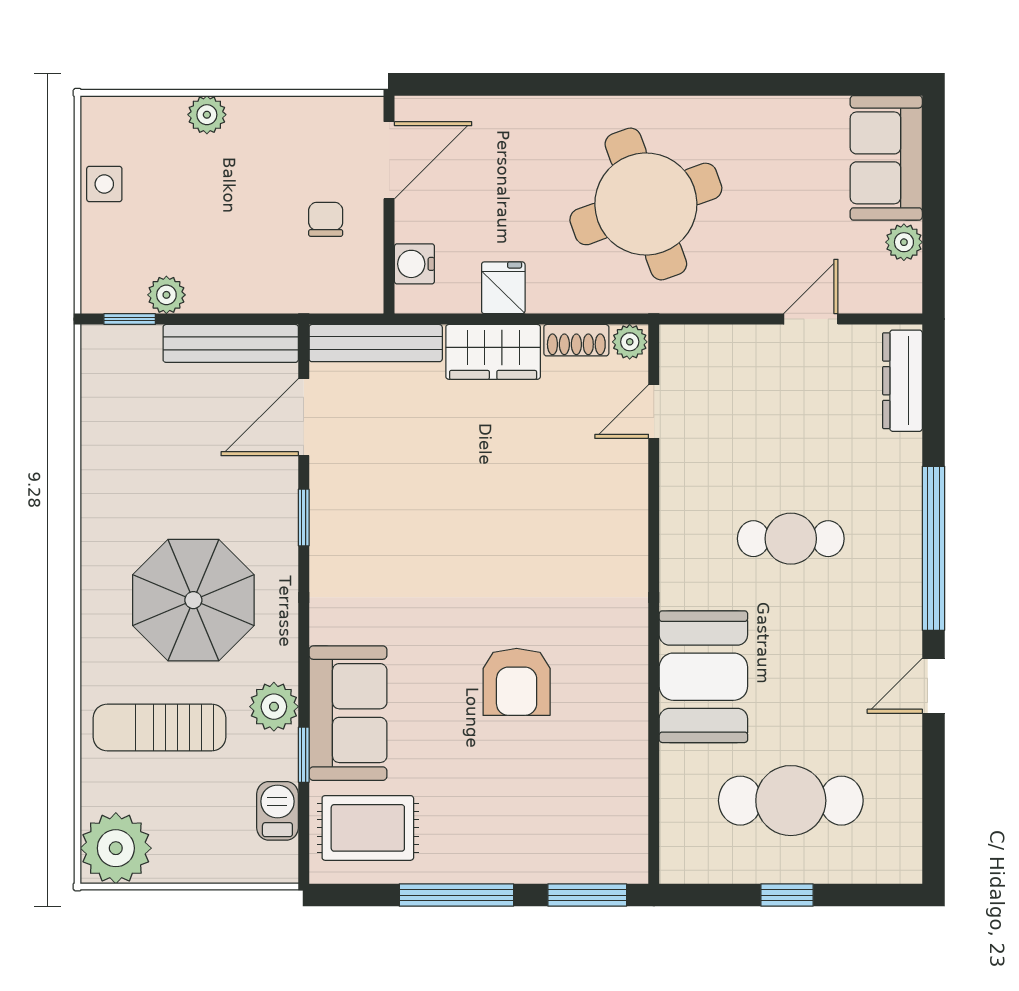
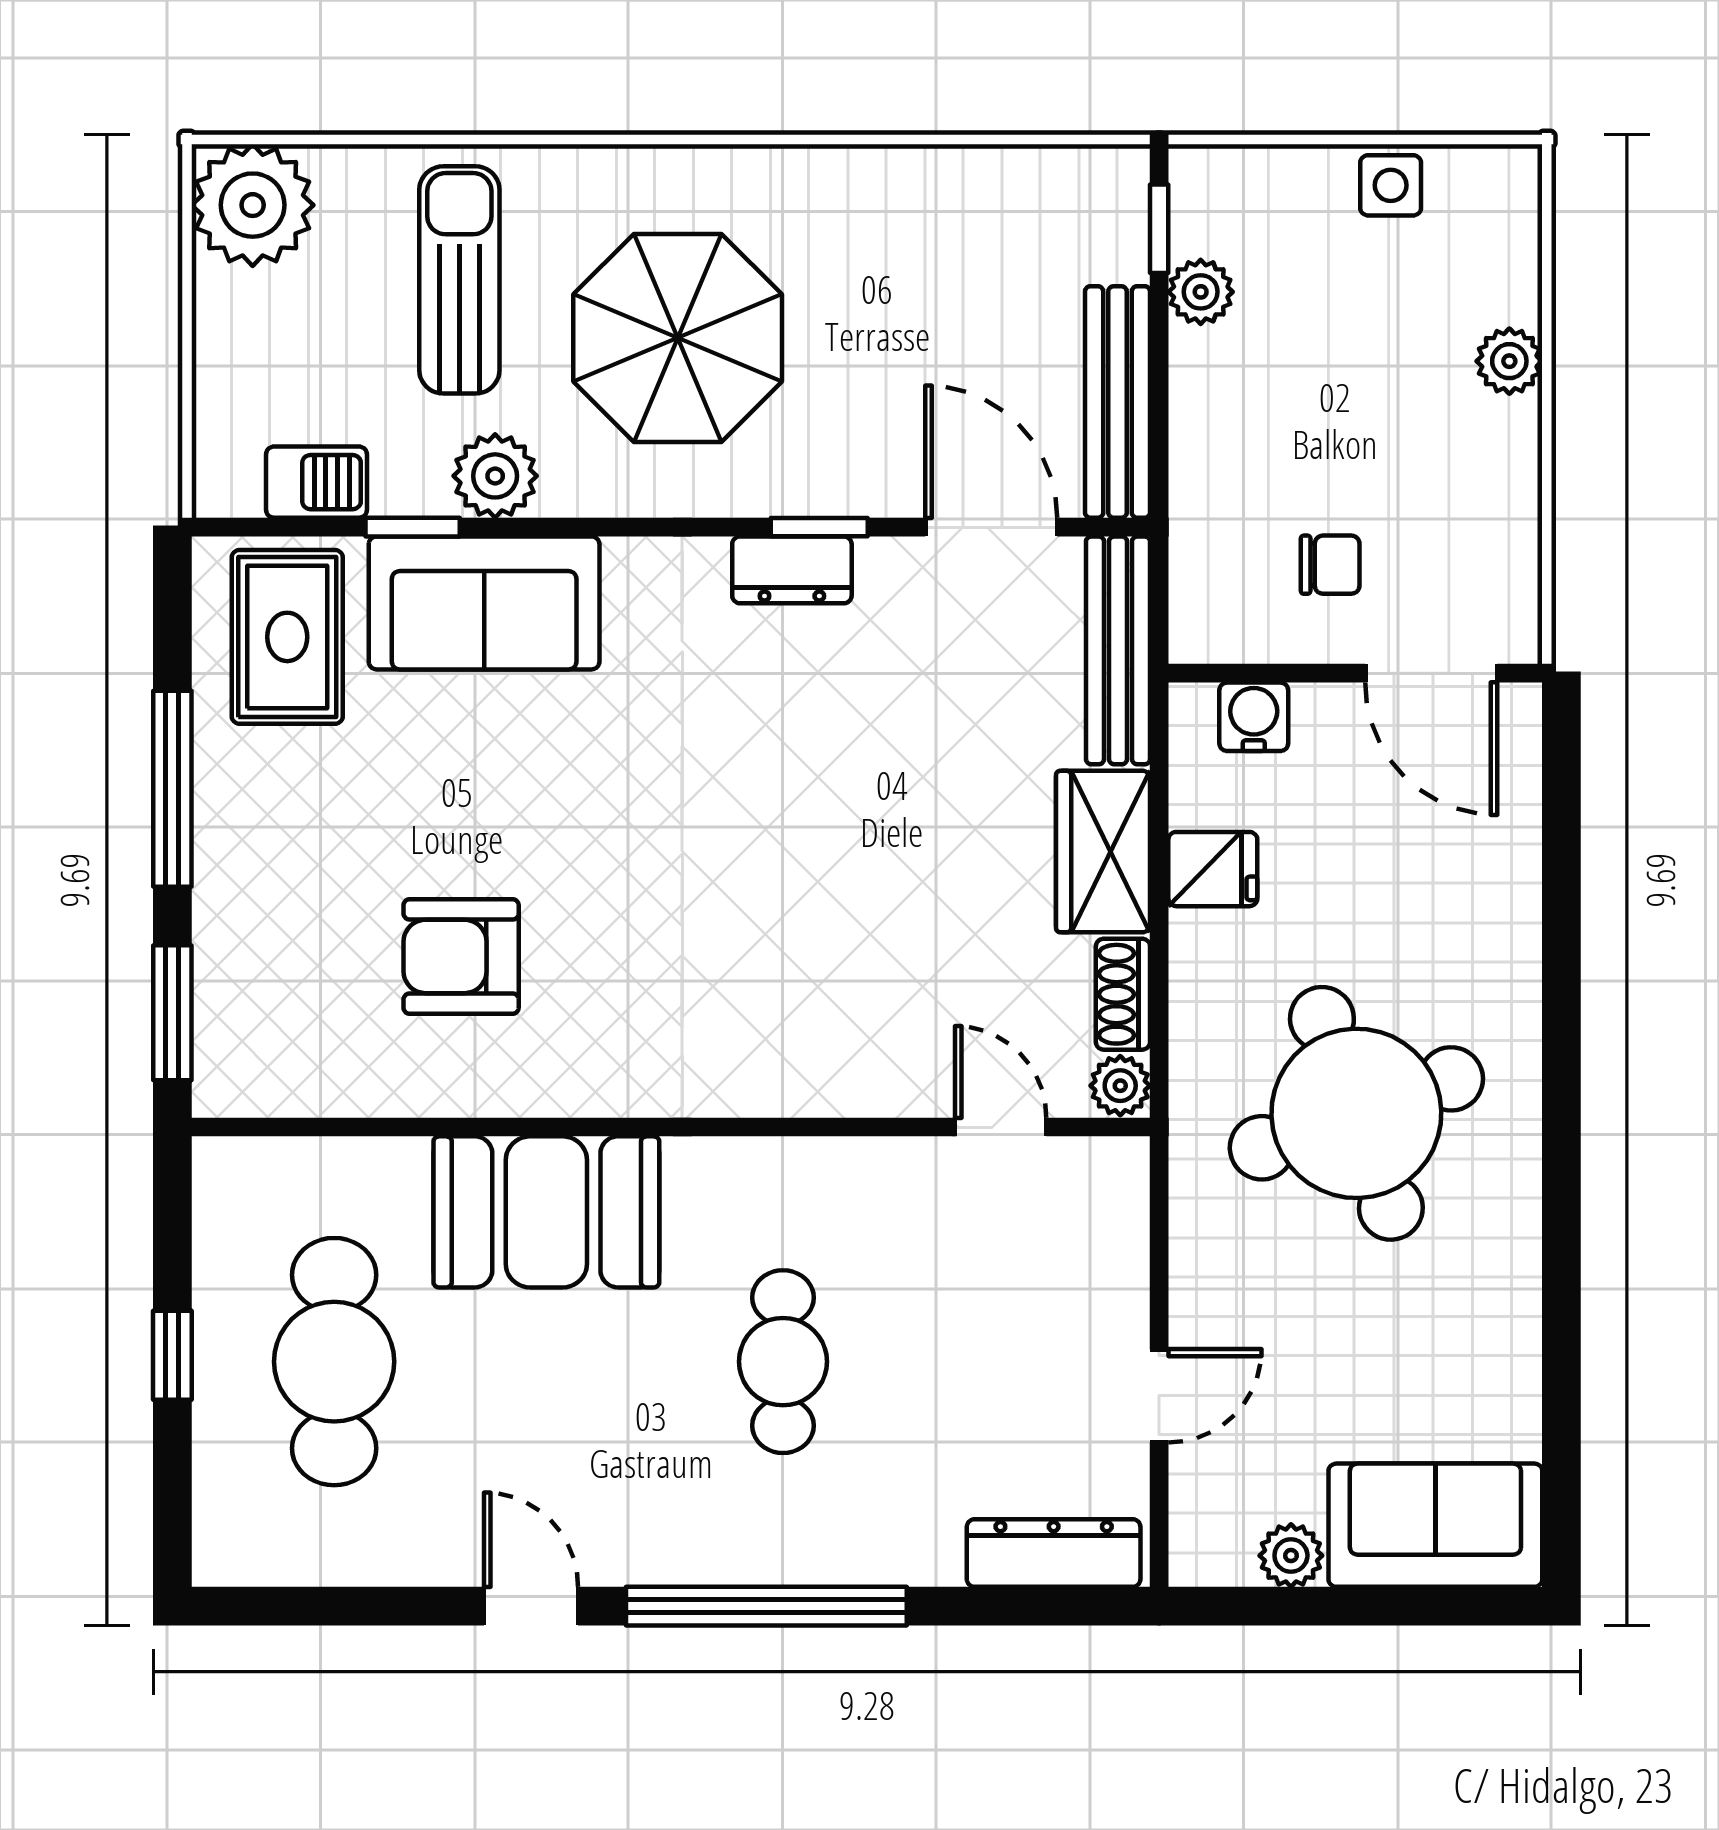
door: (811, 319) -> (1159, 1396), hinge flipped
dresser: (329, 533) -> (792, 570), added
armchair: (517, 682) -> (461, 956), moved

